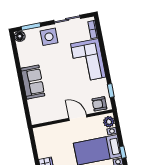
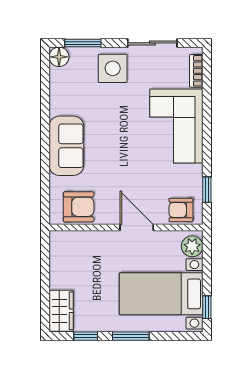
armchair: (45, 113) -> (79, 207), added

